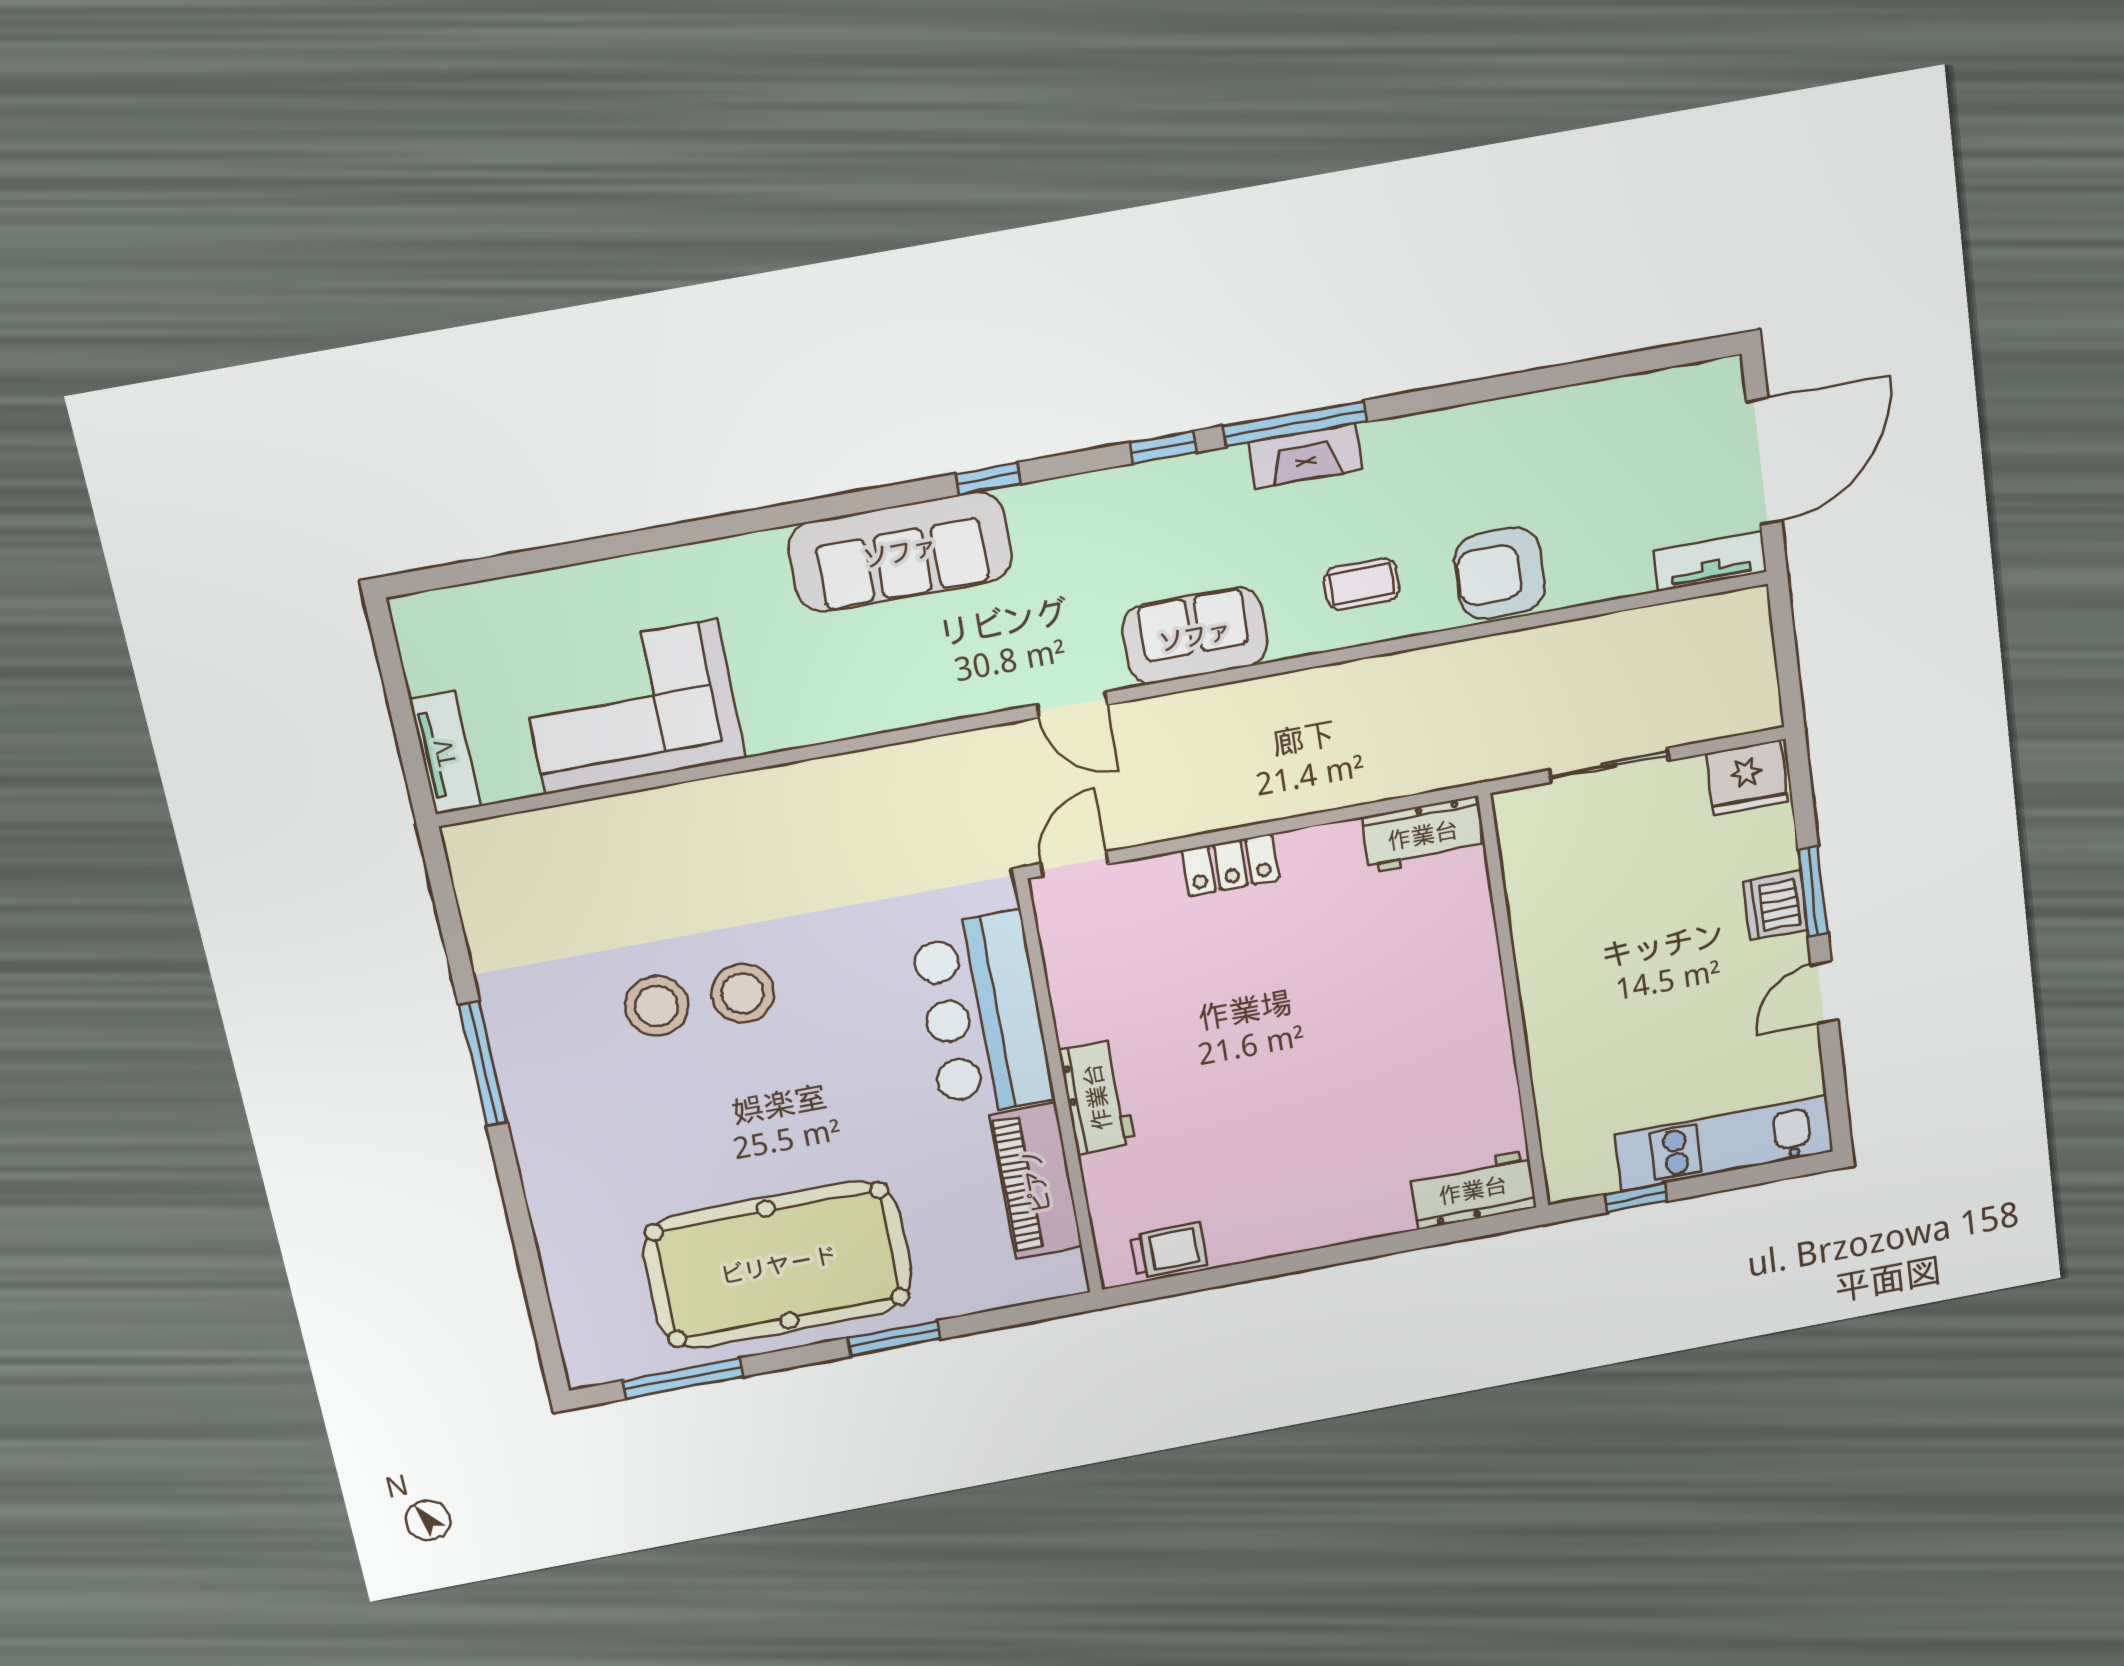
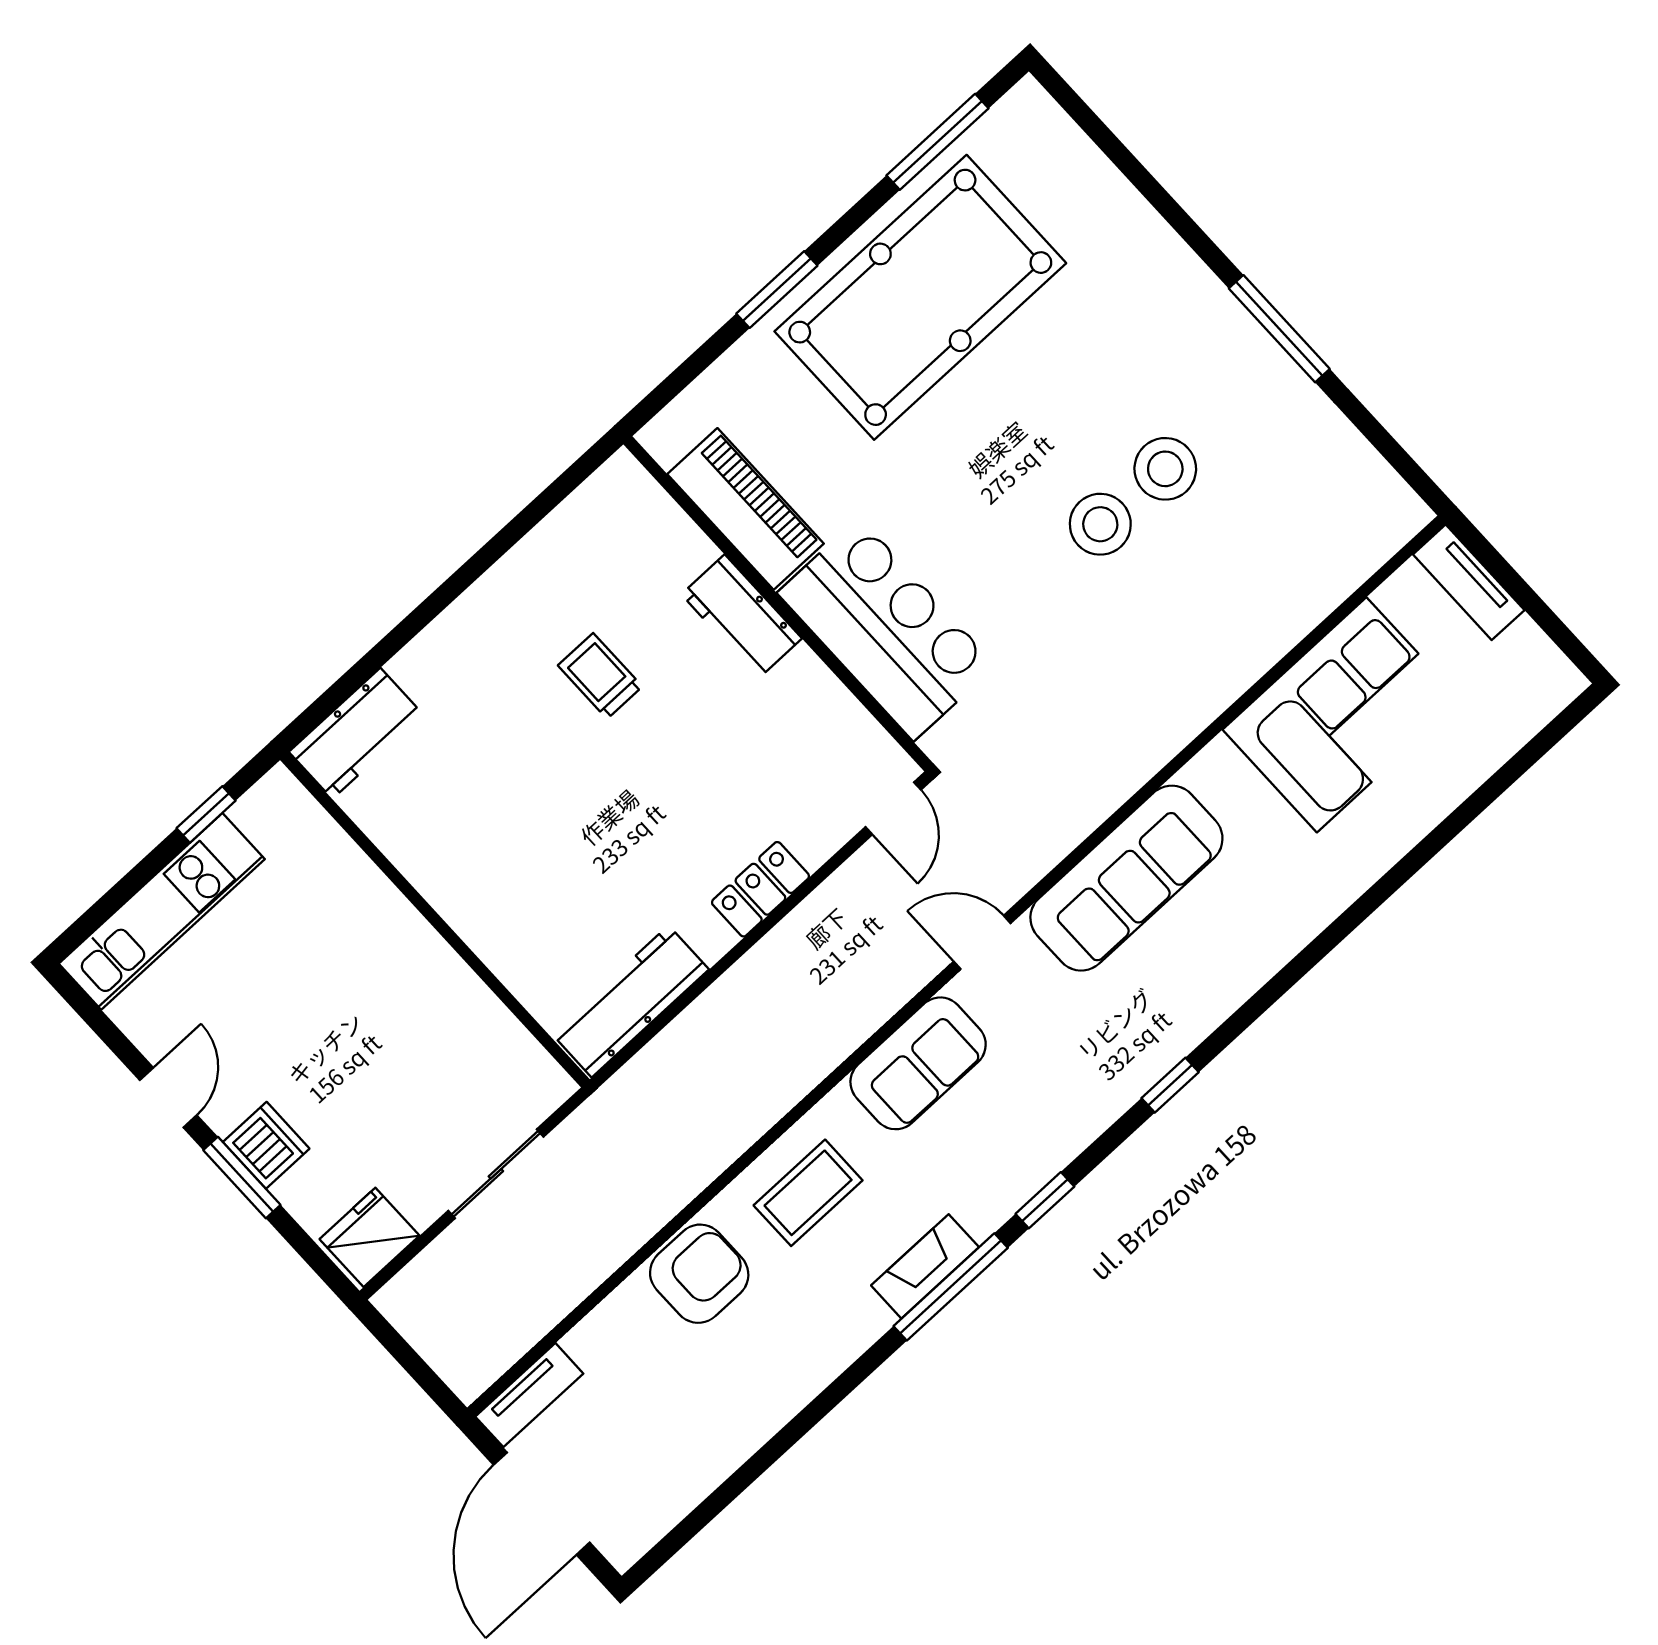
sofa: (900, 552) -> (1126, 878), moved, turned 180
coffee table: (1362, 584) -> (808, 1193), width x1.36, depth x1.30
workbench: (1423, 835) -> (630, 1001), width x1.38
trolley: (1169, 1250) -> (600, 676), moved, turned 90

